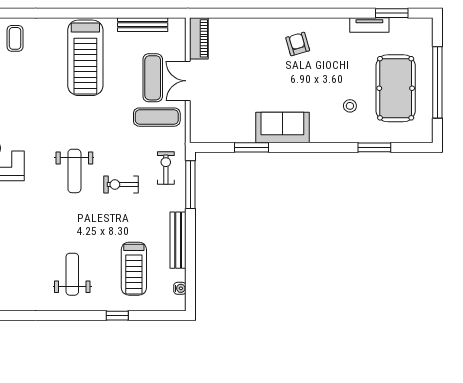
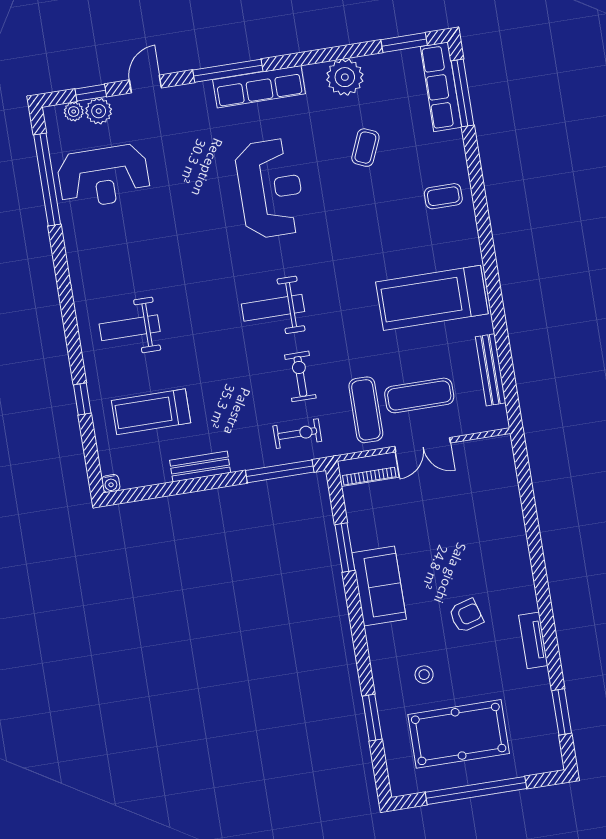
tv unit: (369, 25) -> (533, 640), moved
piano: (199, 38) -> (368, 469), moved
armchair: (298, 44) -> (466, 616), moved
double door: (188, 81) -> (423, 445), swing flipped
exercise bike: (121, 185) -> (300, 376), moved
bench: (178, 240) -> (200, 467), width x0.73
weight bench: (72, 274) -> (130, 328), turned 180
water cooler: (180, 288) -> (111, 483), moved

